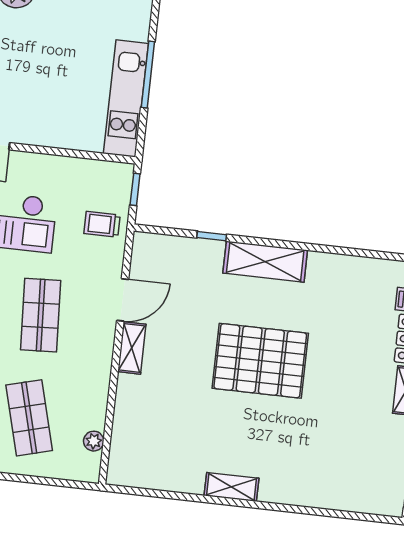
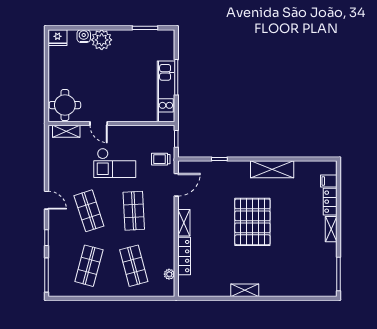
shelving: (265, 262) -> (272, 169), moved
door: (123, 300) -> (176, 185), moved
pallet: (260, 361) -> (252, 222), turned 90
locker: (125, 410) -> (184, 256), added

